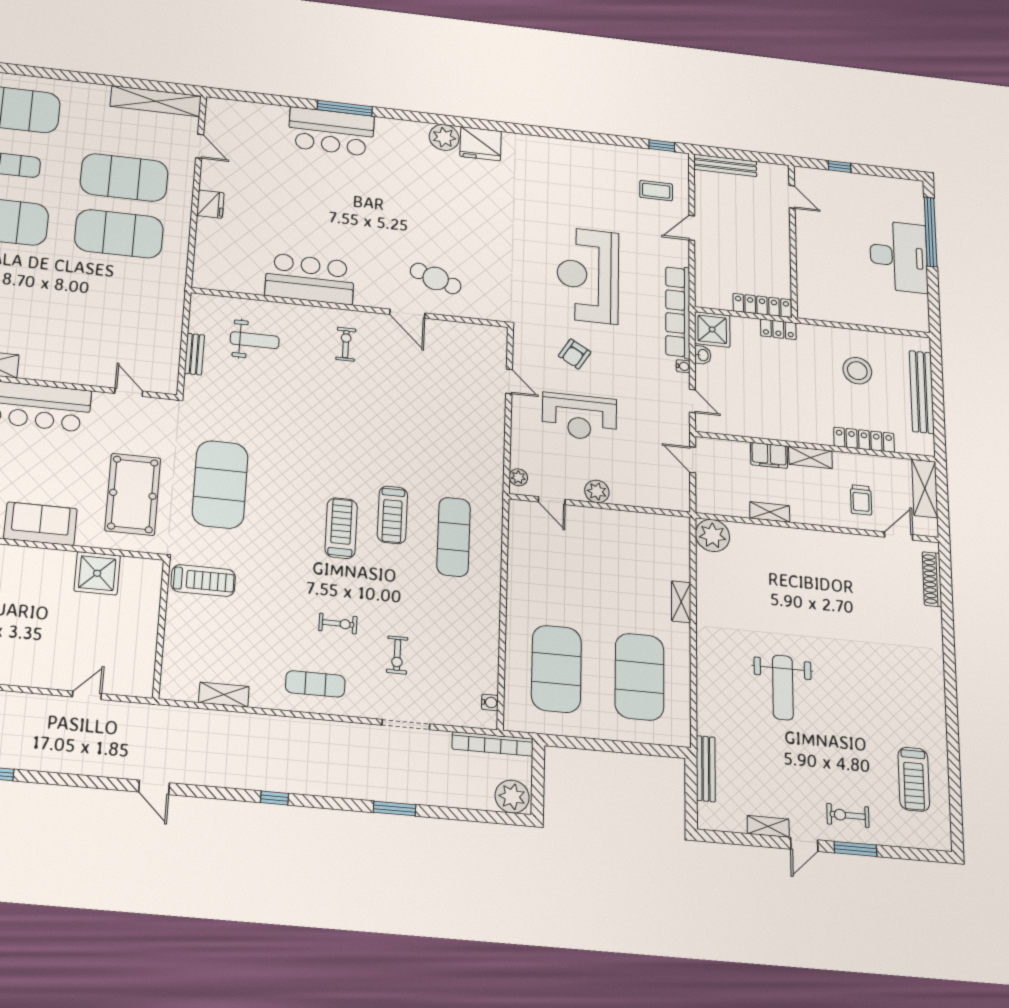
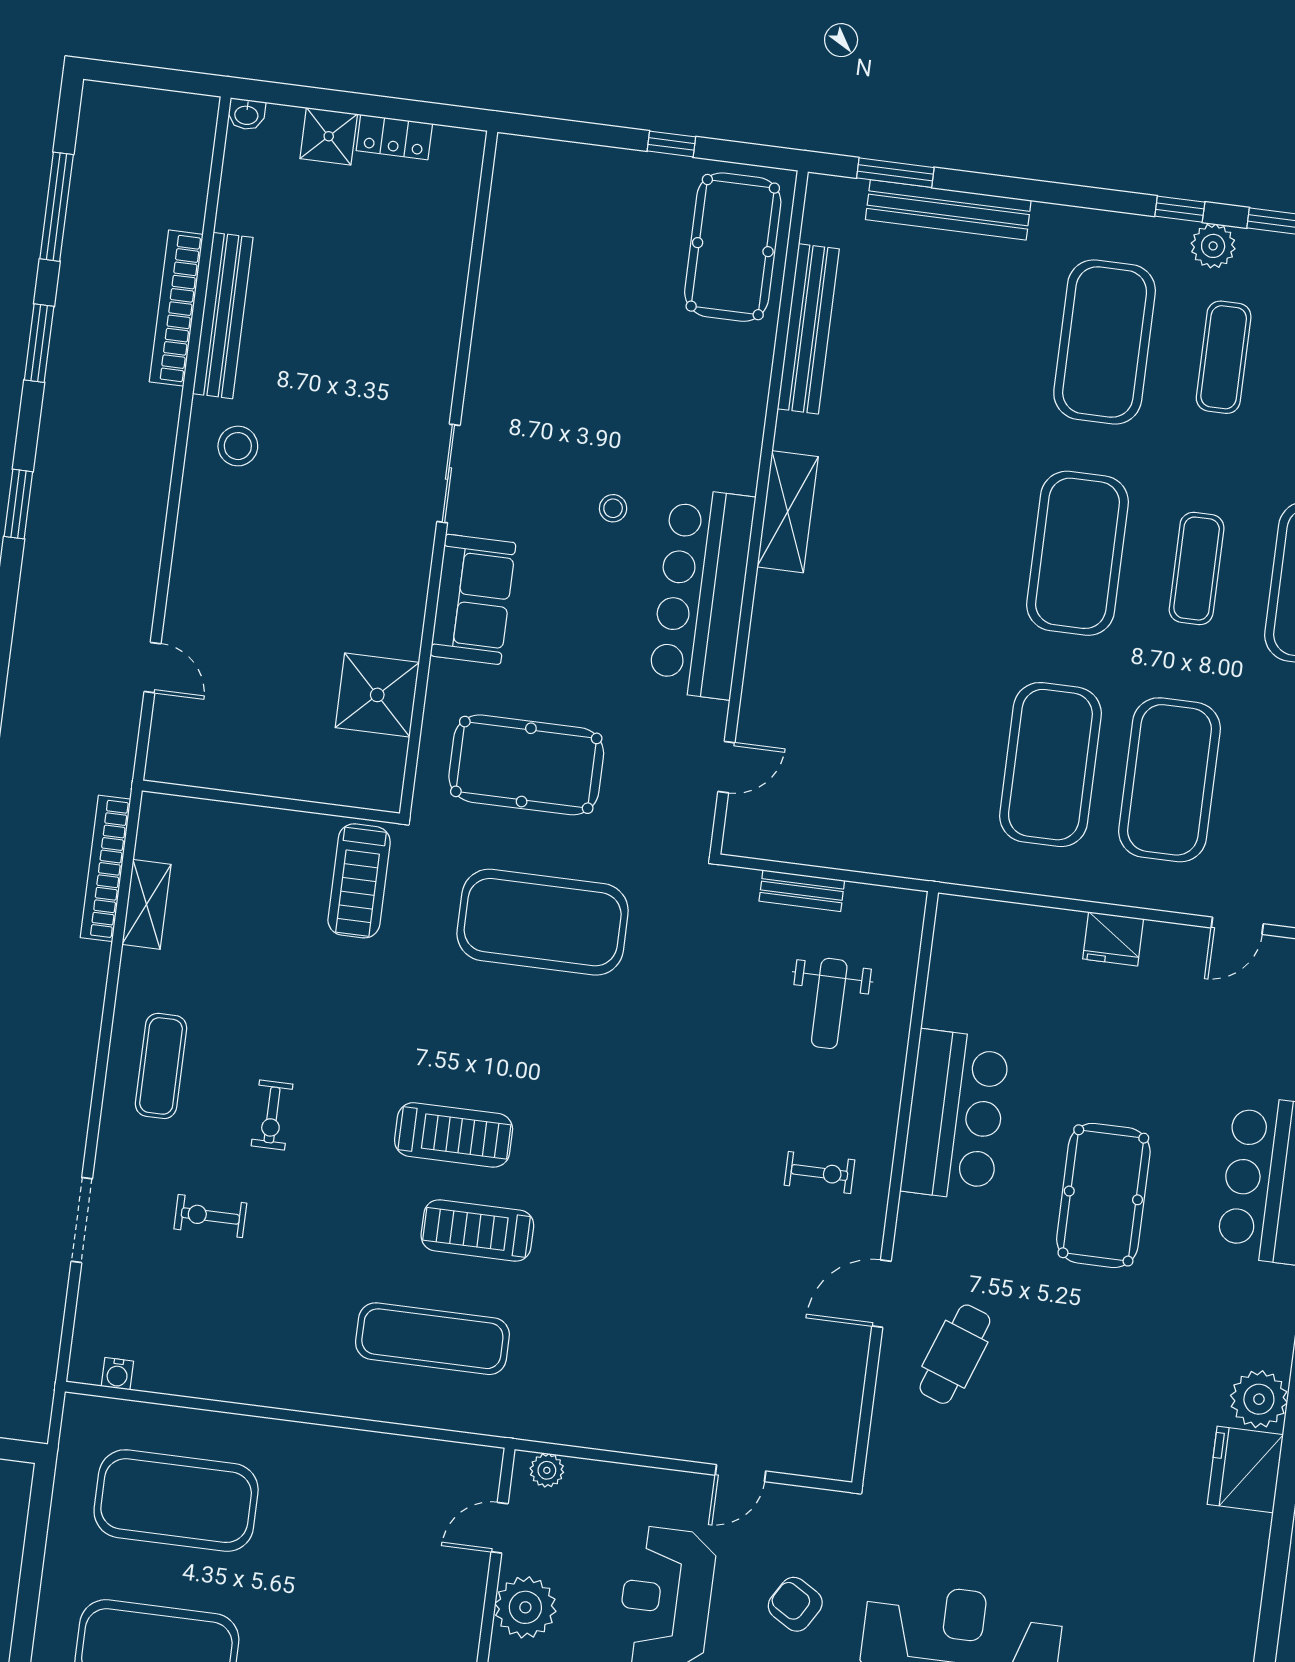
pool table: (346, 209) -> (1103, 1195), added
plant: (597, 491) -> (525, 1607), width x1.36, depth x1.36
bookcase: (493, 744) -> (105, 868), moved

